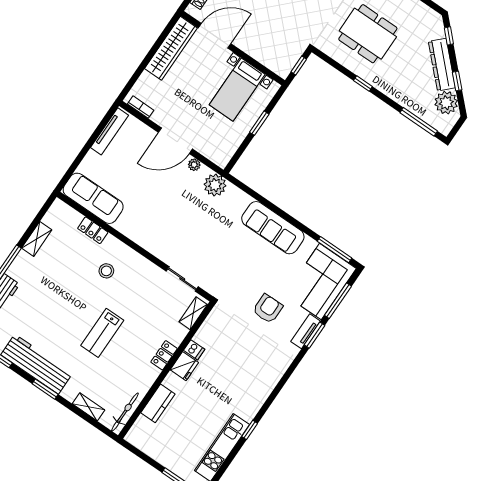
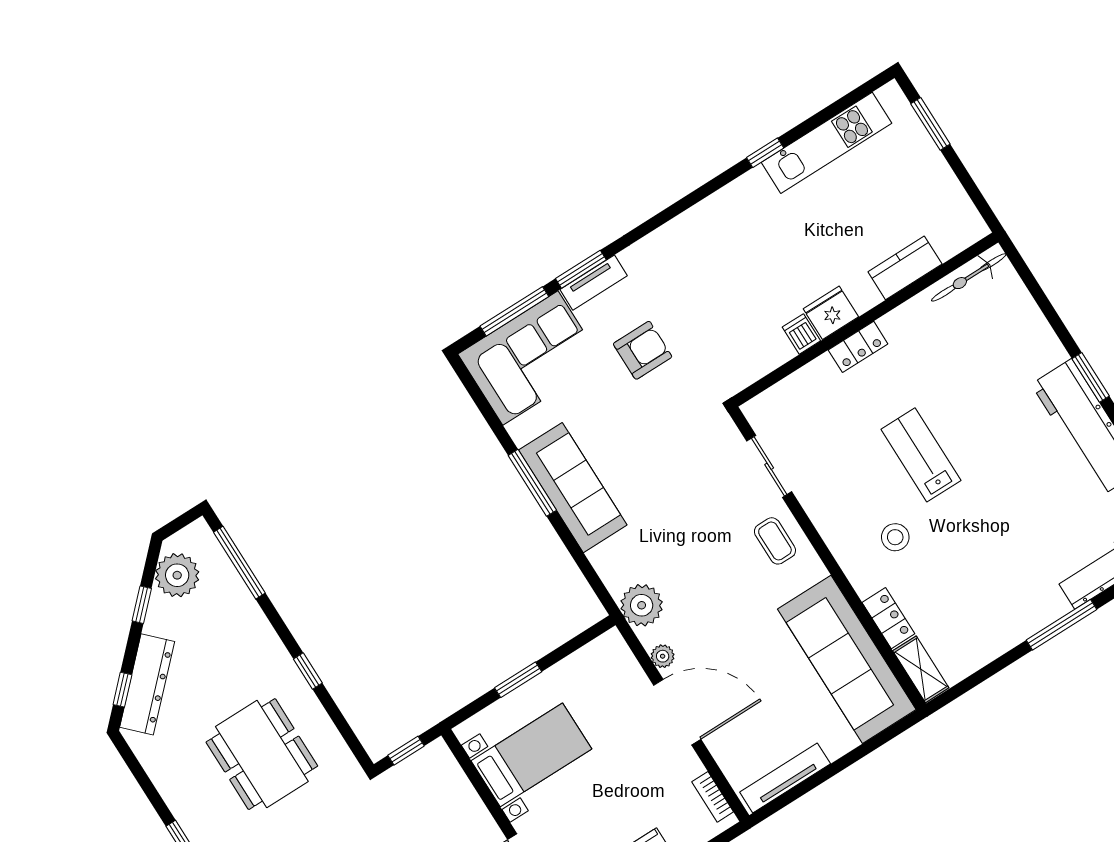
dresser: (442, 65) -> (147, 684), moved
sofa: (93, 198) -> (847, 659), width x1.36, depth x1.27
shelving: (37, 239) -> (921, 669), moved, turned 90
coffee table: (164, 244) -> (775, 541), added
window: (335, 250) -> (532, 483), moved
armchair: (268, 309) -> (643, 350), turned 180
shelving: (193, 313) -> (776, 398), removed
lab bench: (102, 333) -> (921, 455), moved, turned -90
shelving: (89, 407) -> (1028, 314), removed

